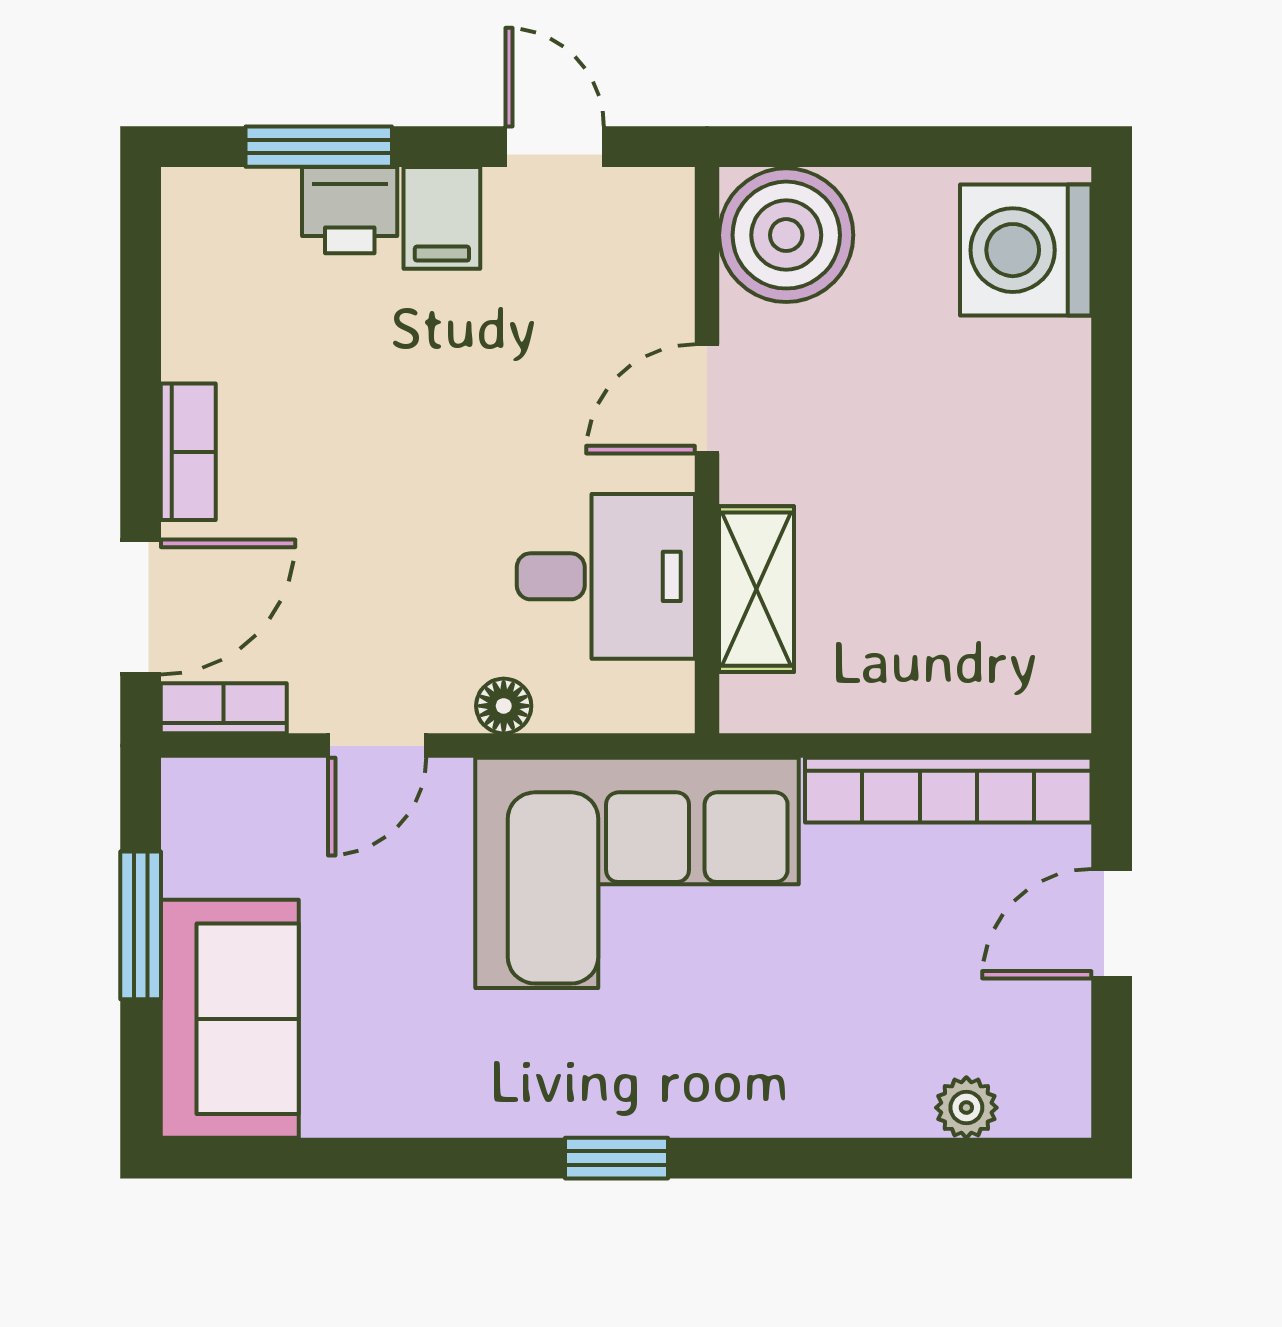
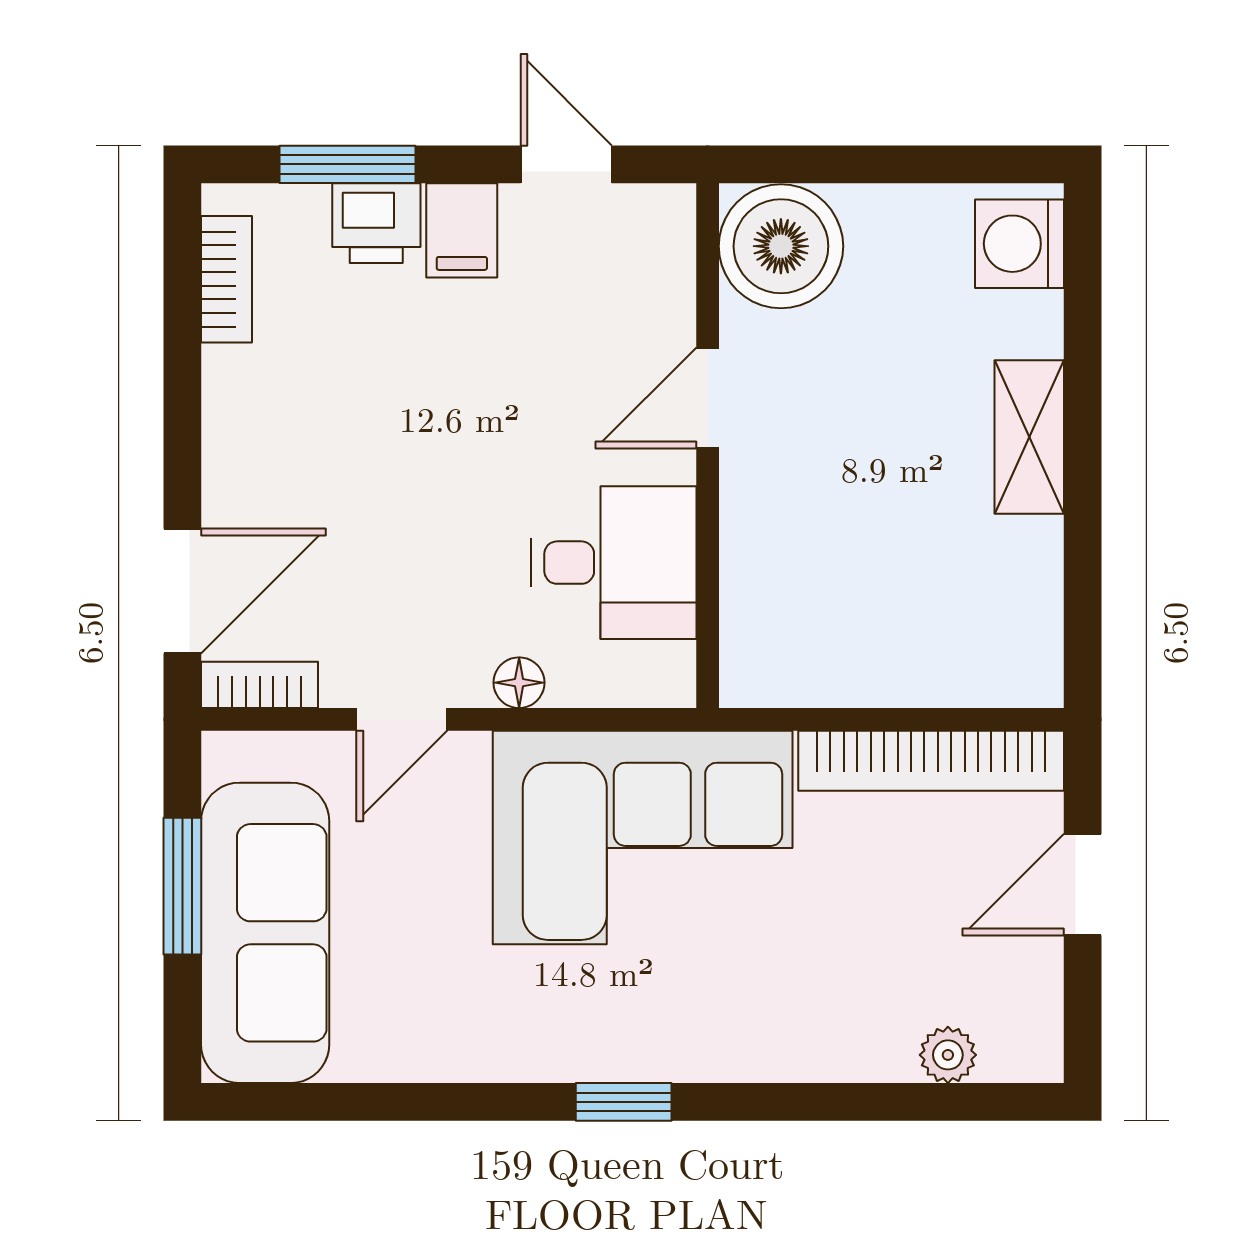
washing machine: (1026, 250) -> (1019, 244), width x0.73, depth x0.73
bookcase: (188, 452) -> (227, 279), moved
shelving: (757, 589) -> (1029, 437), moved
sofa: (230, 1019) -> (265, 933), width x1.36

